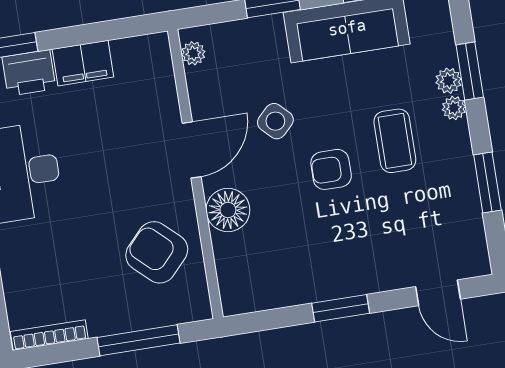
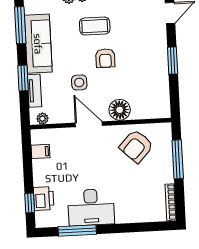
tv unit: (249, 31) -> (35, 91), added
filing cabinet: (83, 63) -> (40, 151), moved, width x0.50
side table: (275, 121) -> (79, 82), turned 45

